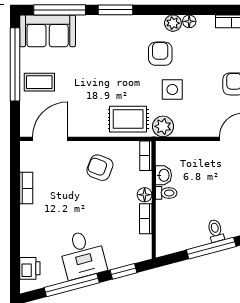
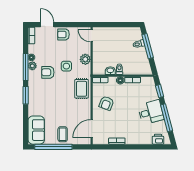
window: (60, 10) -> (26, 67), moved
plant: (163, 126) -> (85, 59), moved
door: (50, 139) -> (92, 129), hinge flipped

